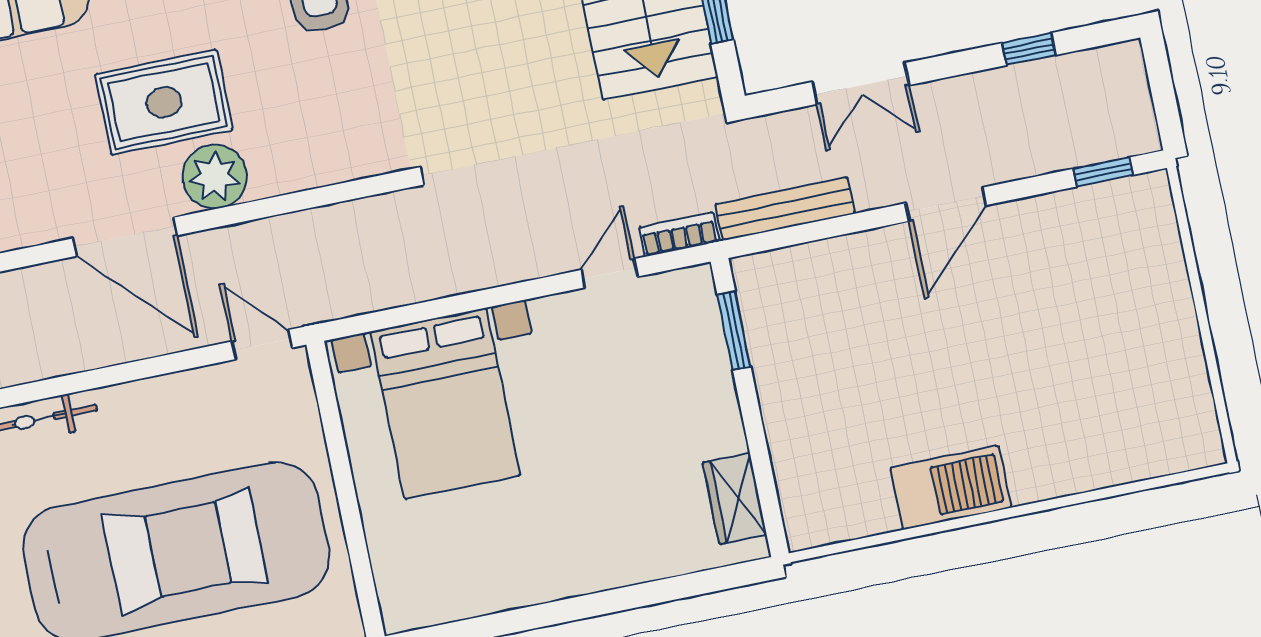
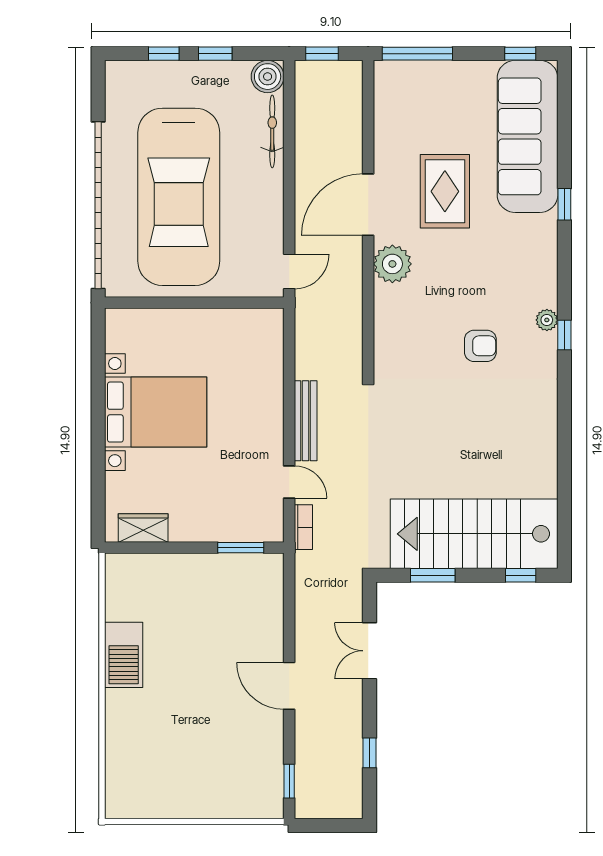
rug: (164, 102) -> (445, 191), moved
bench: (785, 209) -> (306, 421), moved
bed with nightstands: (445, 404) -> (156, 412), moved, turned 180

